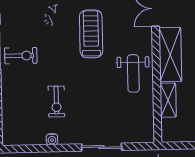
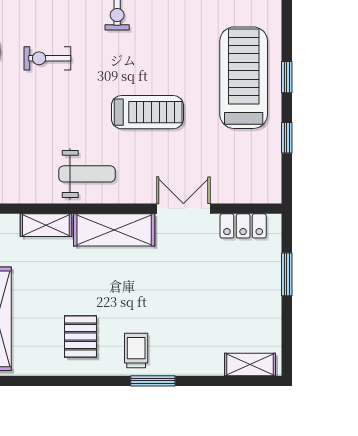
weight bench: (133, 73) -> (87, 174), turned 180

